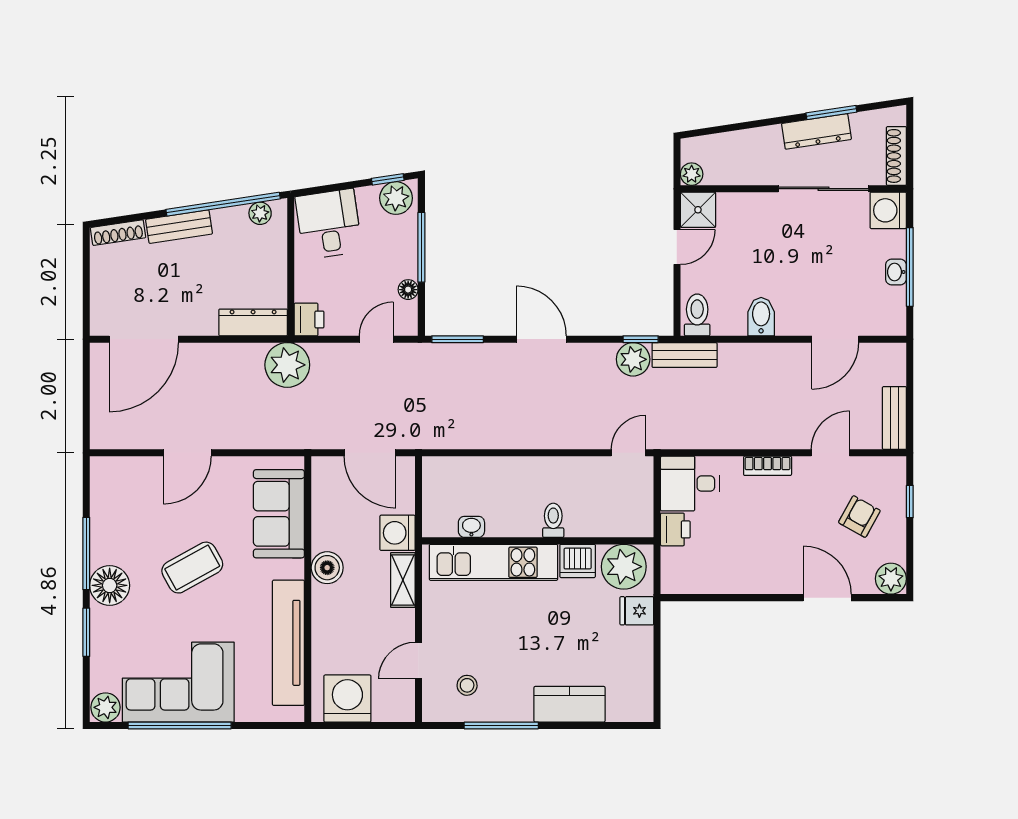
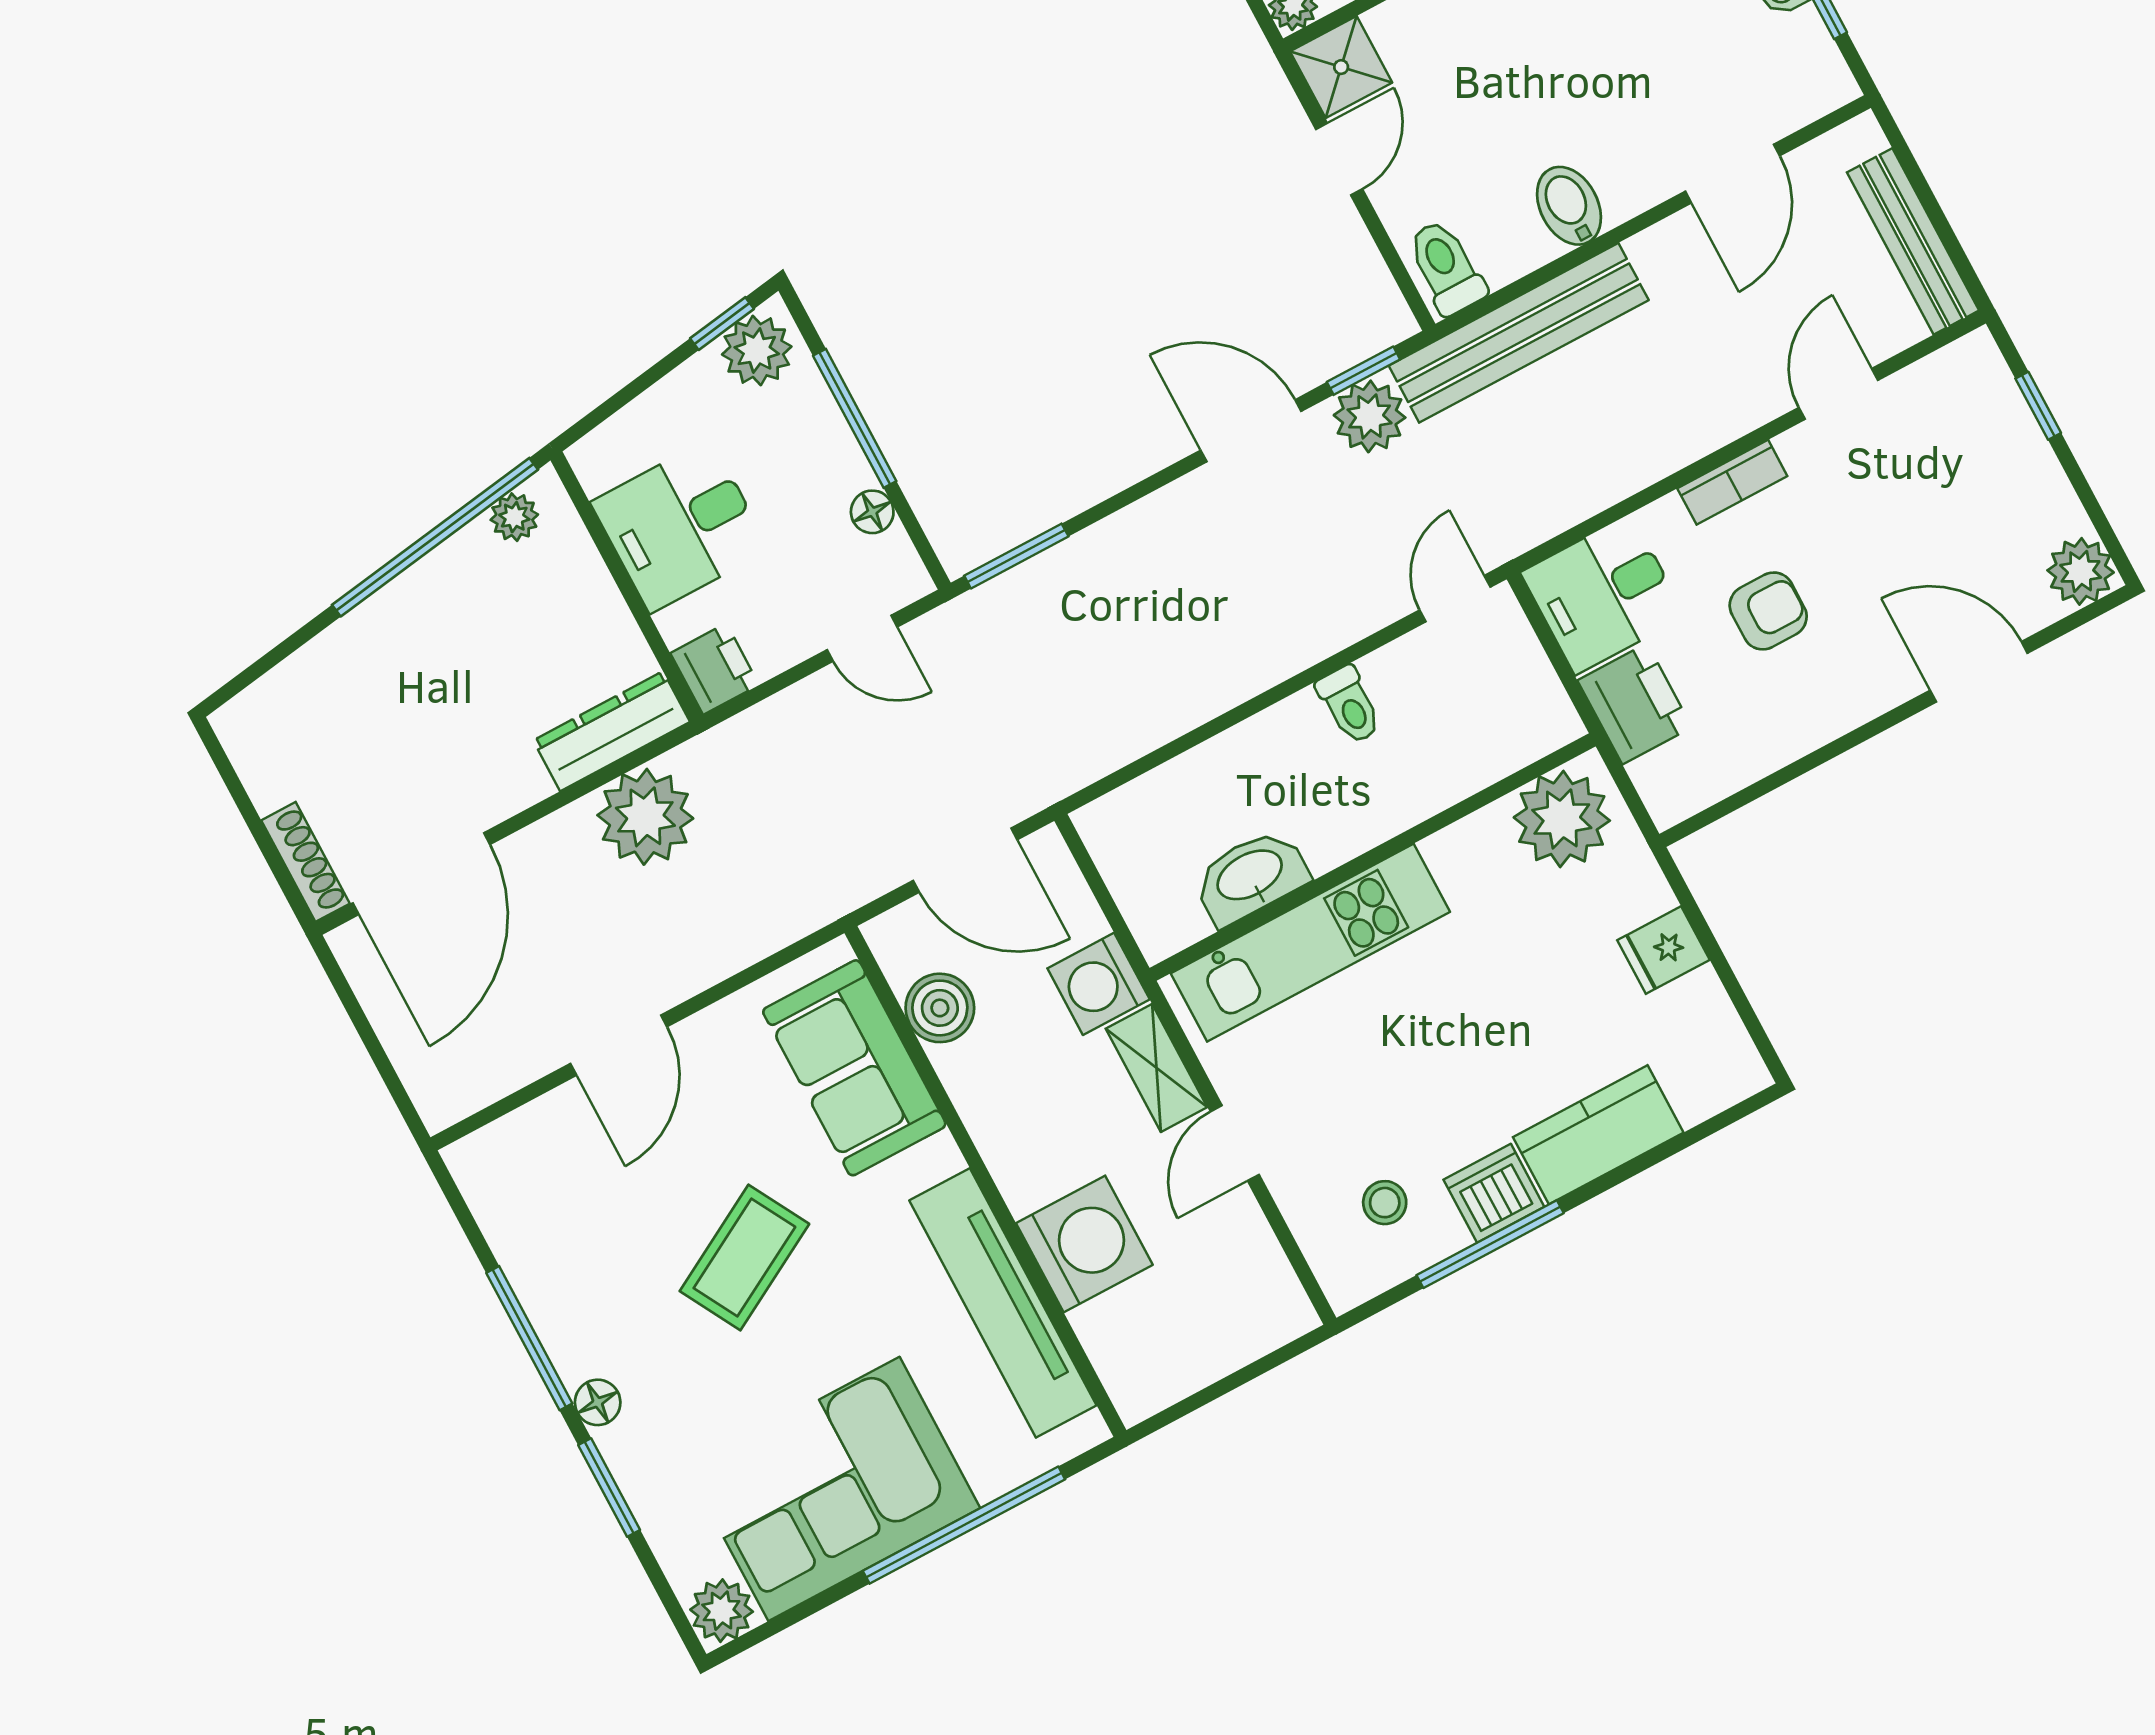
desk: (329, 224) -> (680, 526), moved, turned -81
bench: (179, 227) -> (374, 624), removed
shoe rack: (118, 233) -> (306, 862), moved, turned -81
door: (376, 339) -> (862, 638), swing flipped
door: (541, 339) -> (1251, 431), moved
bench: (685, 355) -> (1519, 333), width x1.86, depth x1.21
plant: (287, 365) -> (645, 817), moved
bench: (894, 418) -> (1913, 241), width x1.36
armchair: (859, 517) -> (1768, 611), moved, turned 61
toilet: (553, 520) -> (1349, 705), moved, turned 180
washbasin: (471, 527) -> (1251, 877), width x1.91, depth x1.45
printer: (675, 529) -> (1635, 704), width x1.36, depth x1.24
dishwasher: (578, 561) -> (1494, 1193), moved, turned 180
boiler: (327, 568) -> (940, 1008), moved
floor lamp: (110, 585) -> (598, 1402), width x0.53, depth x0.53
fridge: (637, 611) -> (1663, 950), moved
door: (419, 661) -> (1235, 1143), moved
washing machine: (347, 699) -> (1084, 1244), moved, turned 90
window: (180, 725) -> (964, 1525), moved

